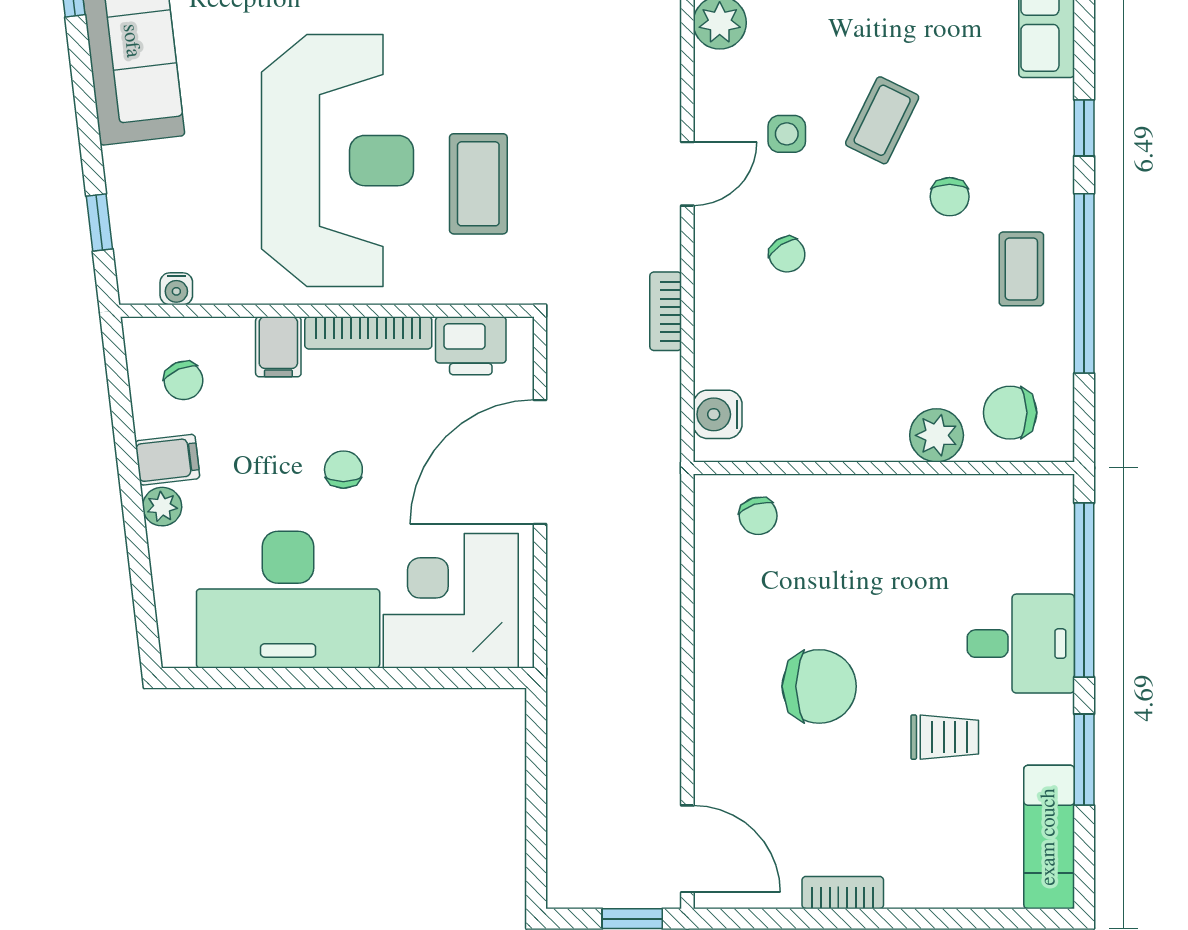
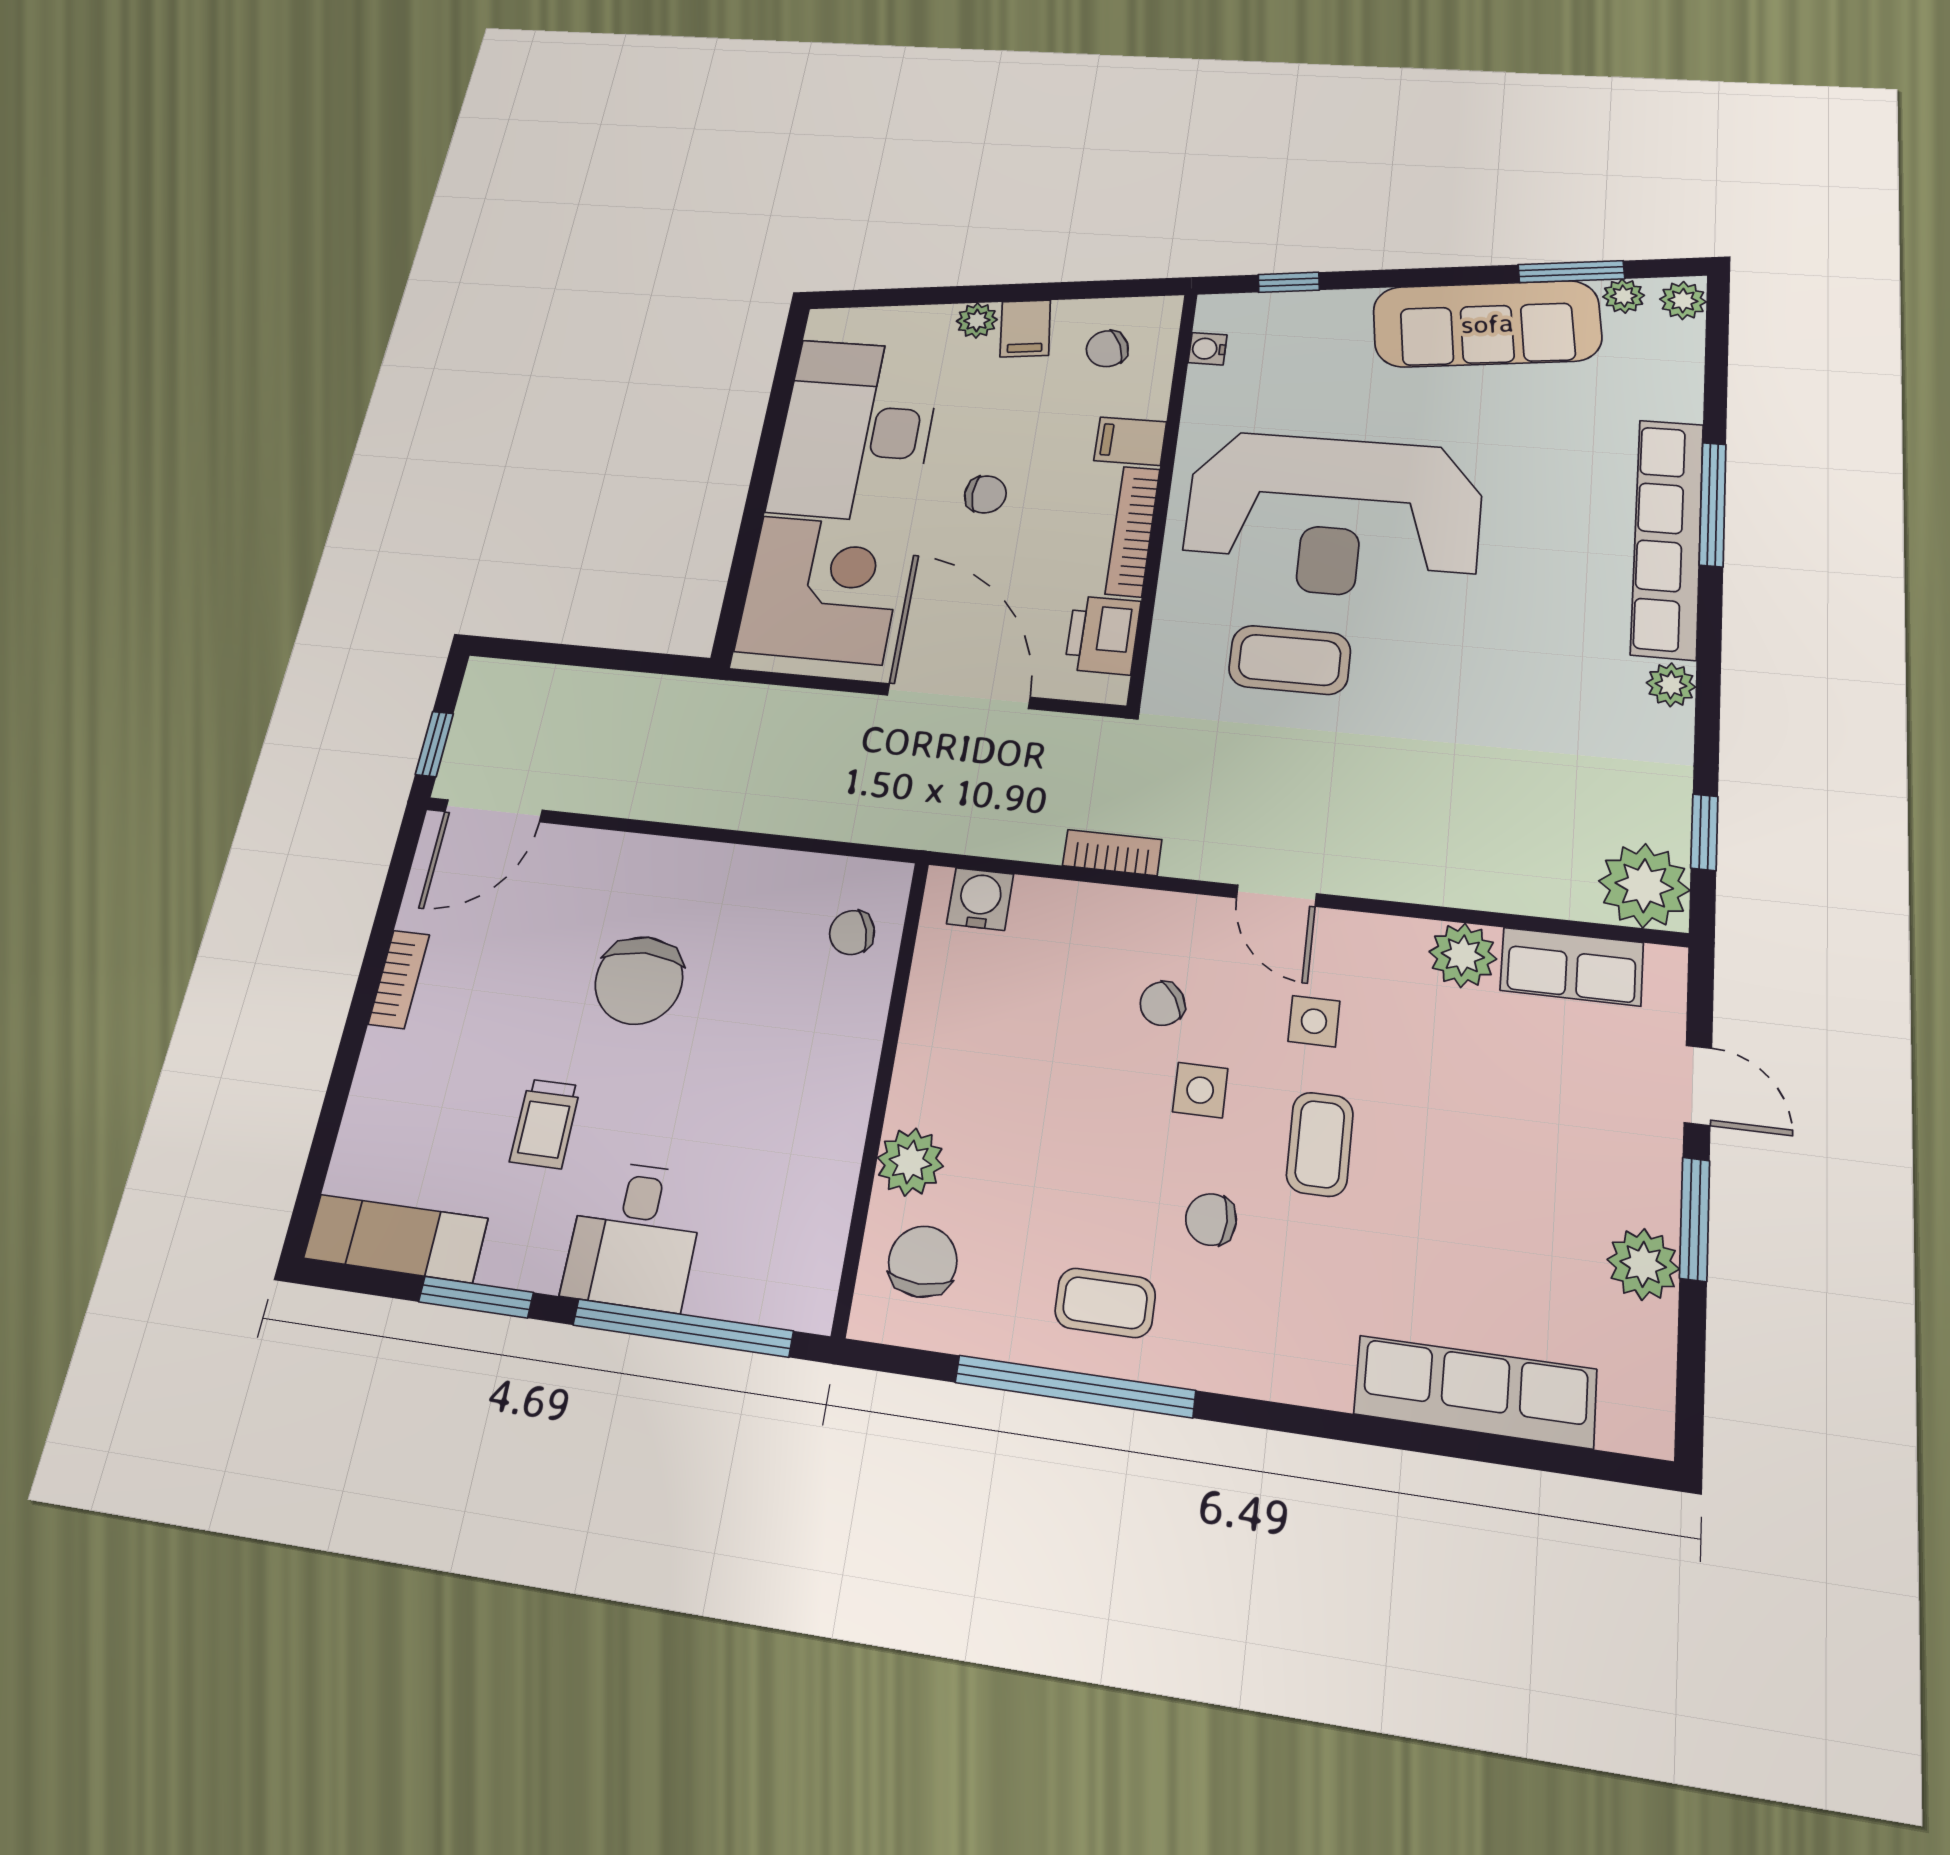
coffee table: (882, 120) -> (1320, 1144), turned 64
window: (1084, 128) -> (1283, 1418), removed
side table: (852, 216) -> (1200, 1090), added

